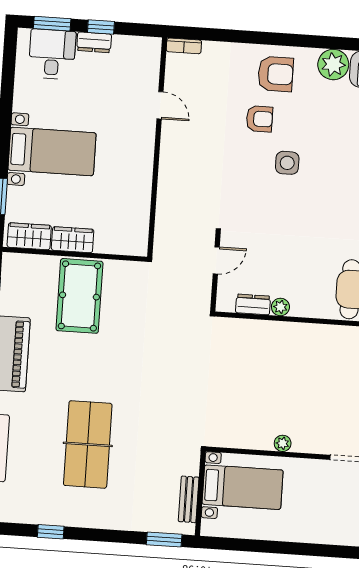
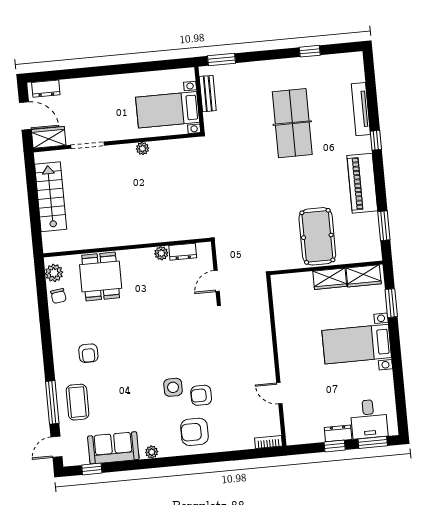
plant: (333, 64) -> (152, 452), width x0.53, depth x0.53
side table: (287, 163) -> (173, 387), moved

